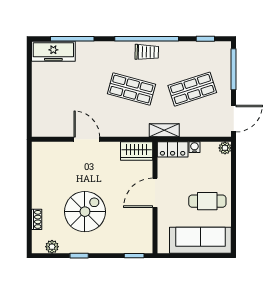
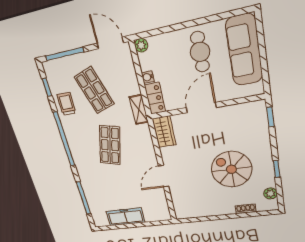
freezer: (53, 51) -> (125, 217), moved, turned -90
trolley: (147, 52) -> (66, 104), moved
door: (155, 193) -> (201, 108), swing flipped

